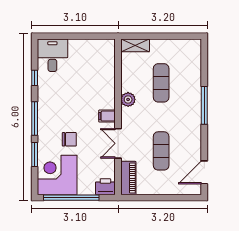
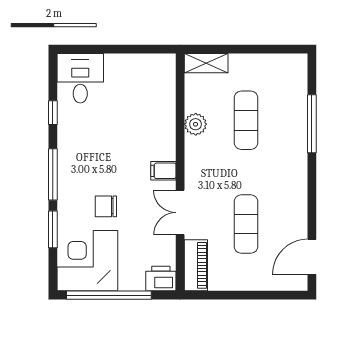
plant: (128, 99) -> (196, 124), moved
window: (204, 105) -> (312, 124), moved
chair: (69, 139) -> (106, 206), turned 180

